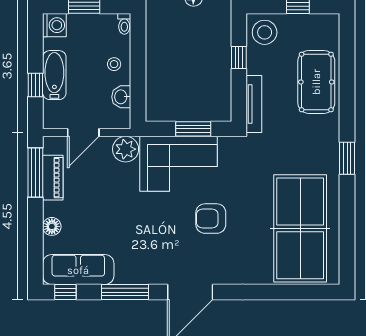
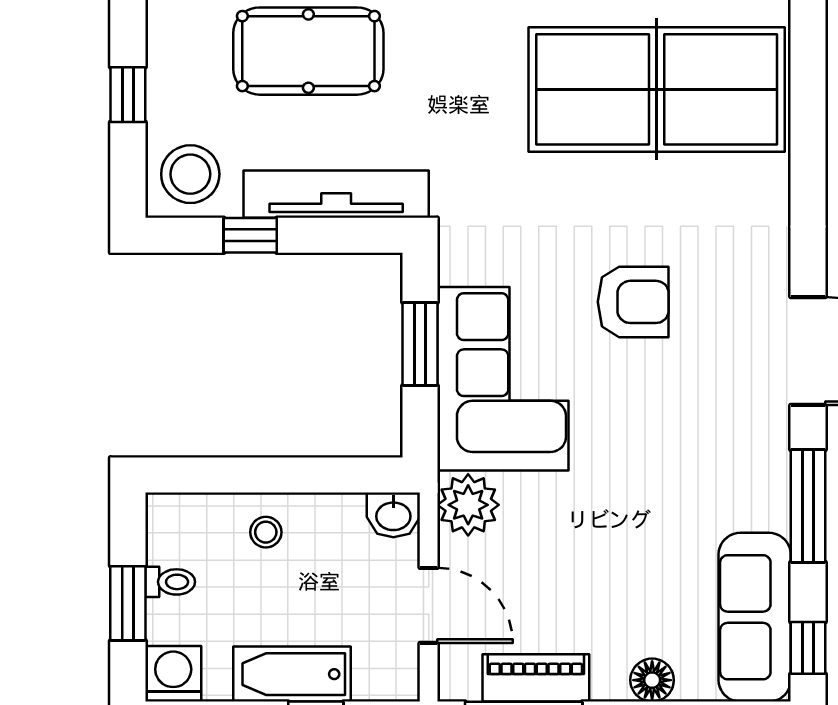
toilet: (124, 24) -> (170, 582), moved
washbasin: (121, 97) -> (393, 515), moved
tv unit: (254, 104) -> (336, 194), width x1.36, depth x1.29
armchair: (211, 219) -> (633, 302), turned -90

